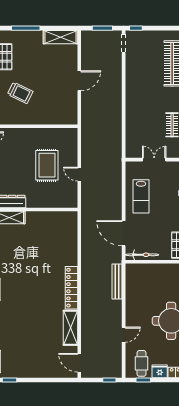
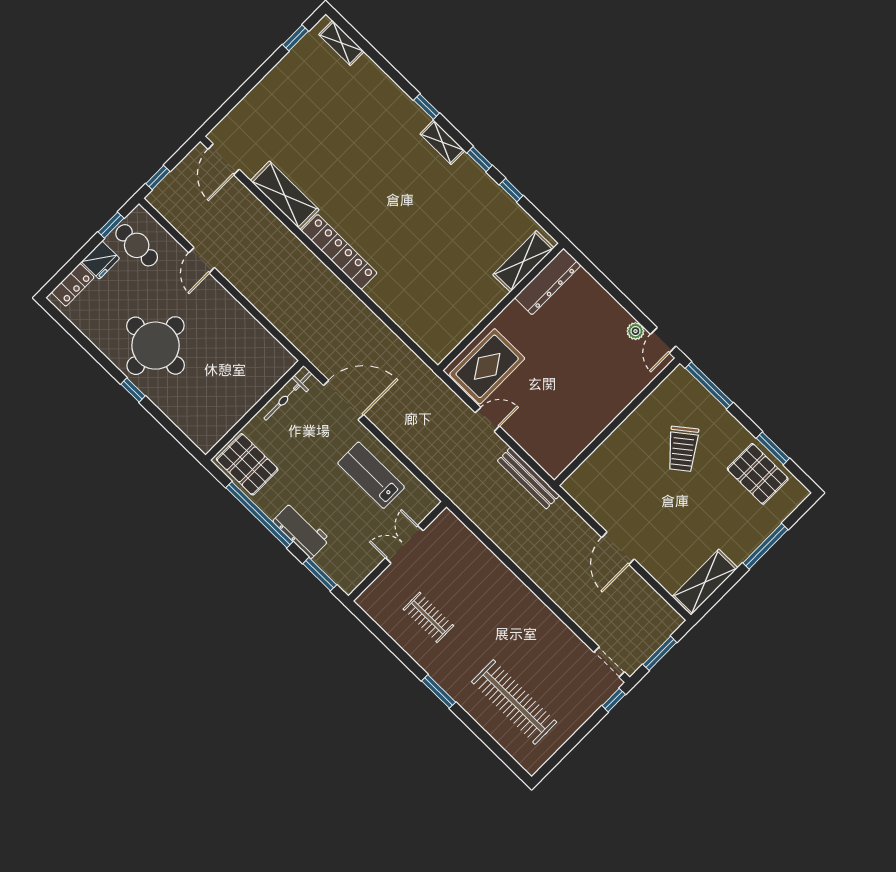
trolley: (20, 93) -> (683, 449), turned -64
double door: (154, 160) -> (404, 544), swing flipped
rug: (47, 165) -> (487, 366), moved, turned 90
bench: (117, 281) -> (528, 478), moved
door: (79, 363) -> (224, 159), swing flipped

